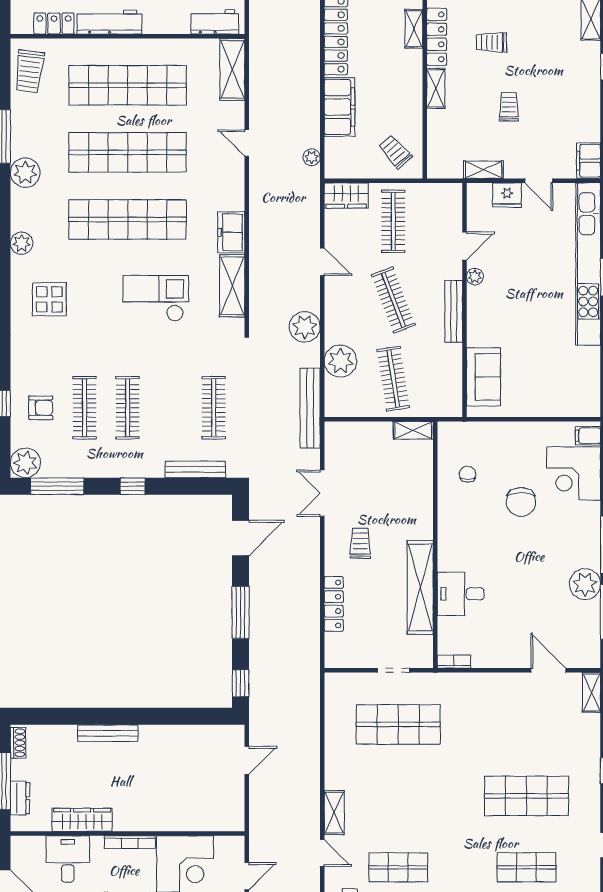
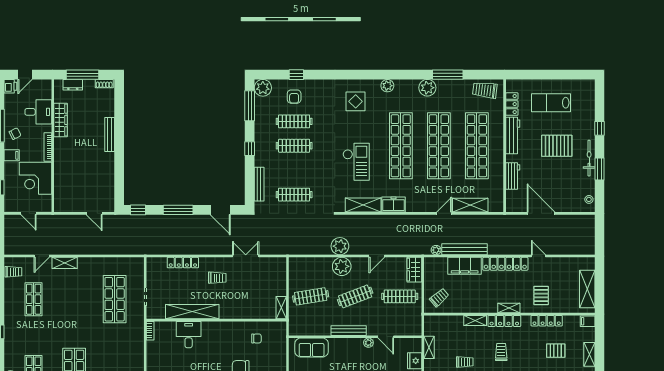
workbench: (215, 22) -> (513, 176), moved
shelving: (232, 69) -> (470, 205), moved
plant: (340, 361) -> (342, 266), moved
bench: (310, 408) -> (465, 249), moved

